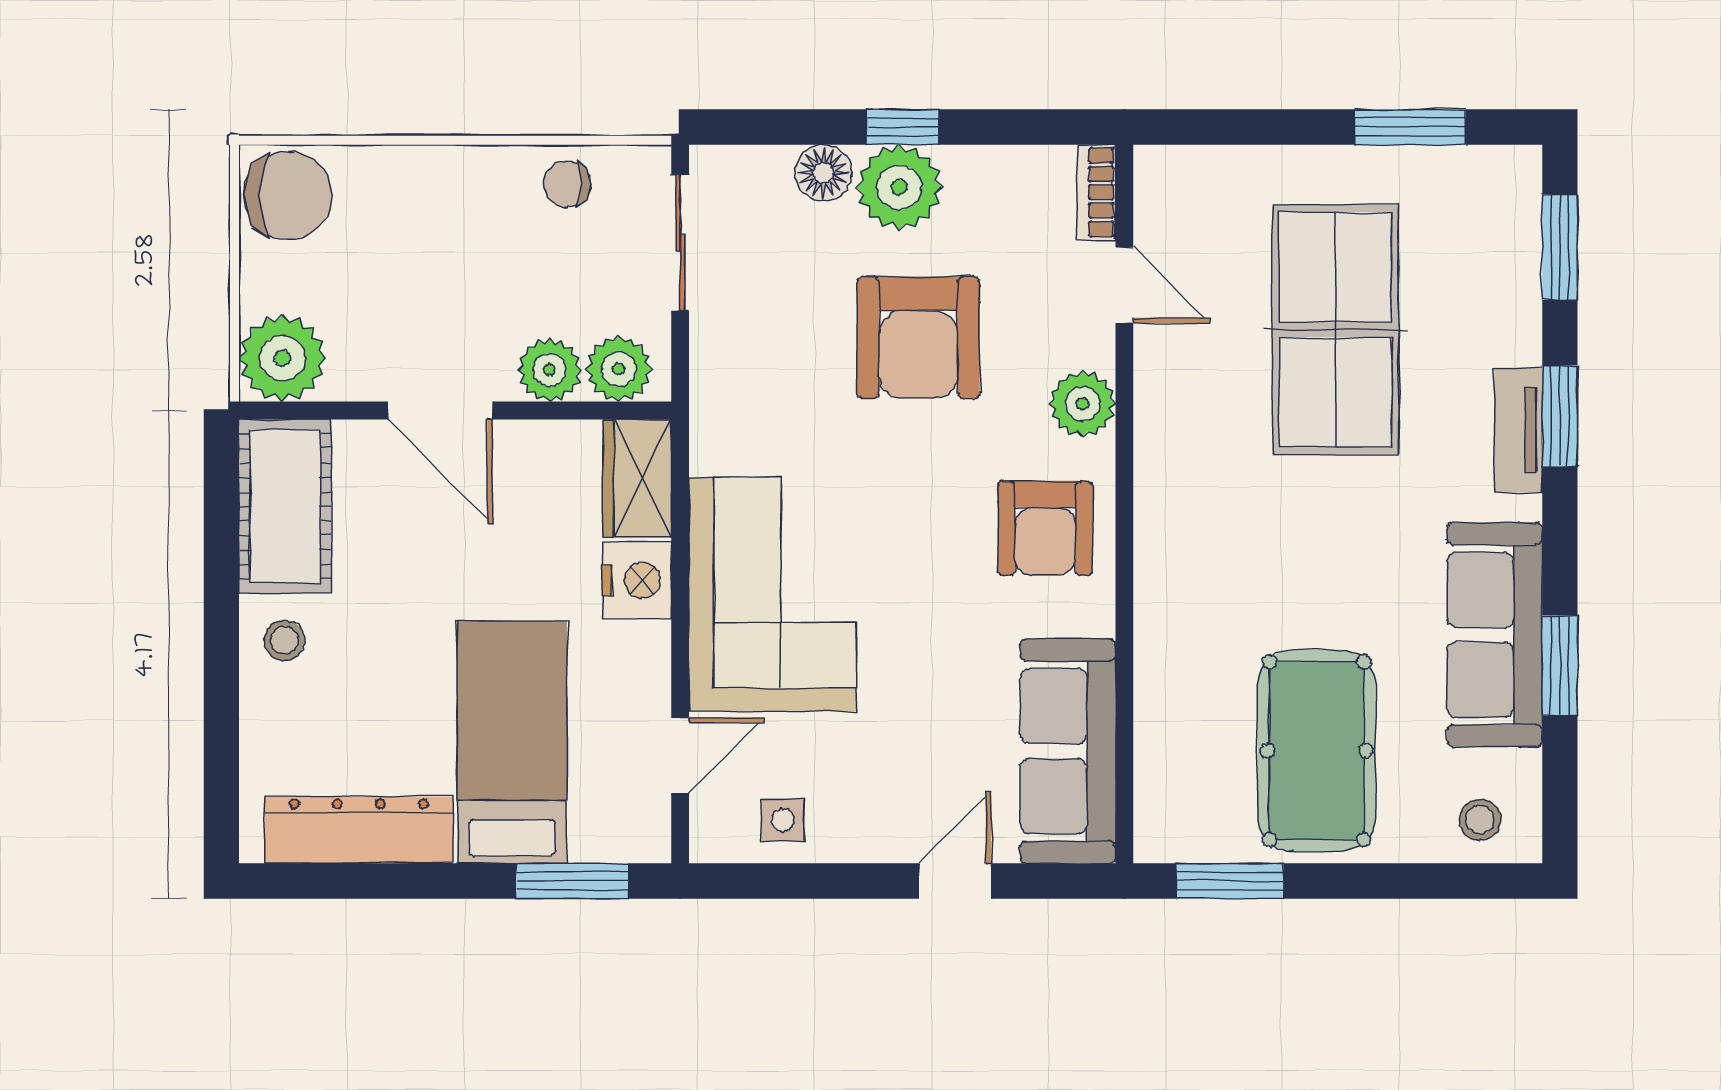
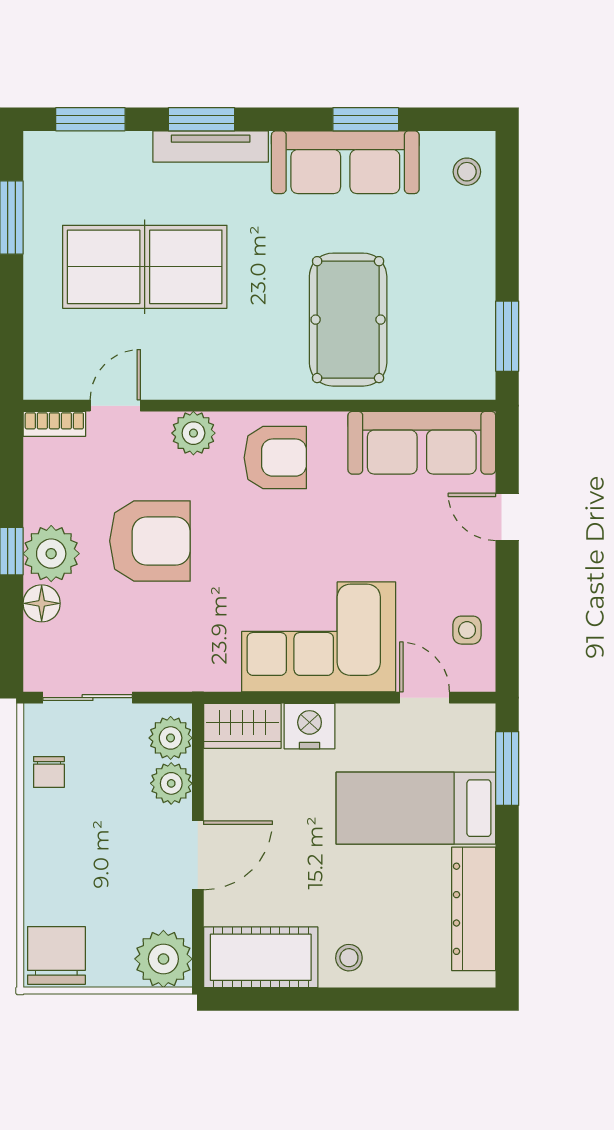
tv unit: (1518, 430) -> (211, 146), width x1.41
pool table: (1317, 751) -> (348, 320), moved, turned 90

